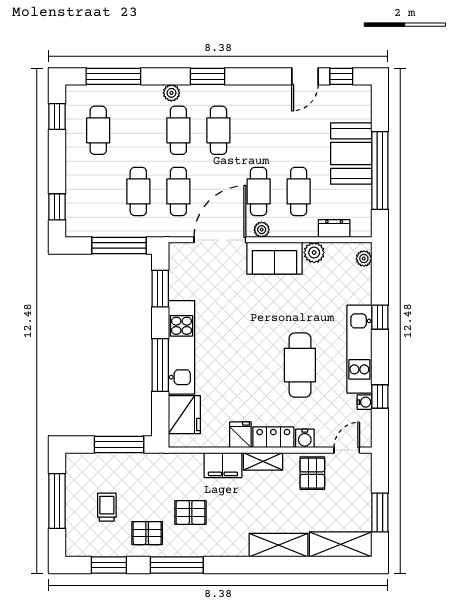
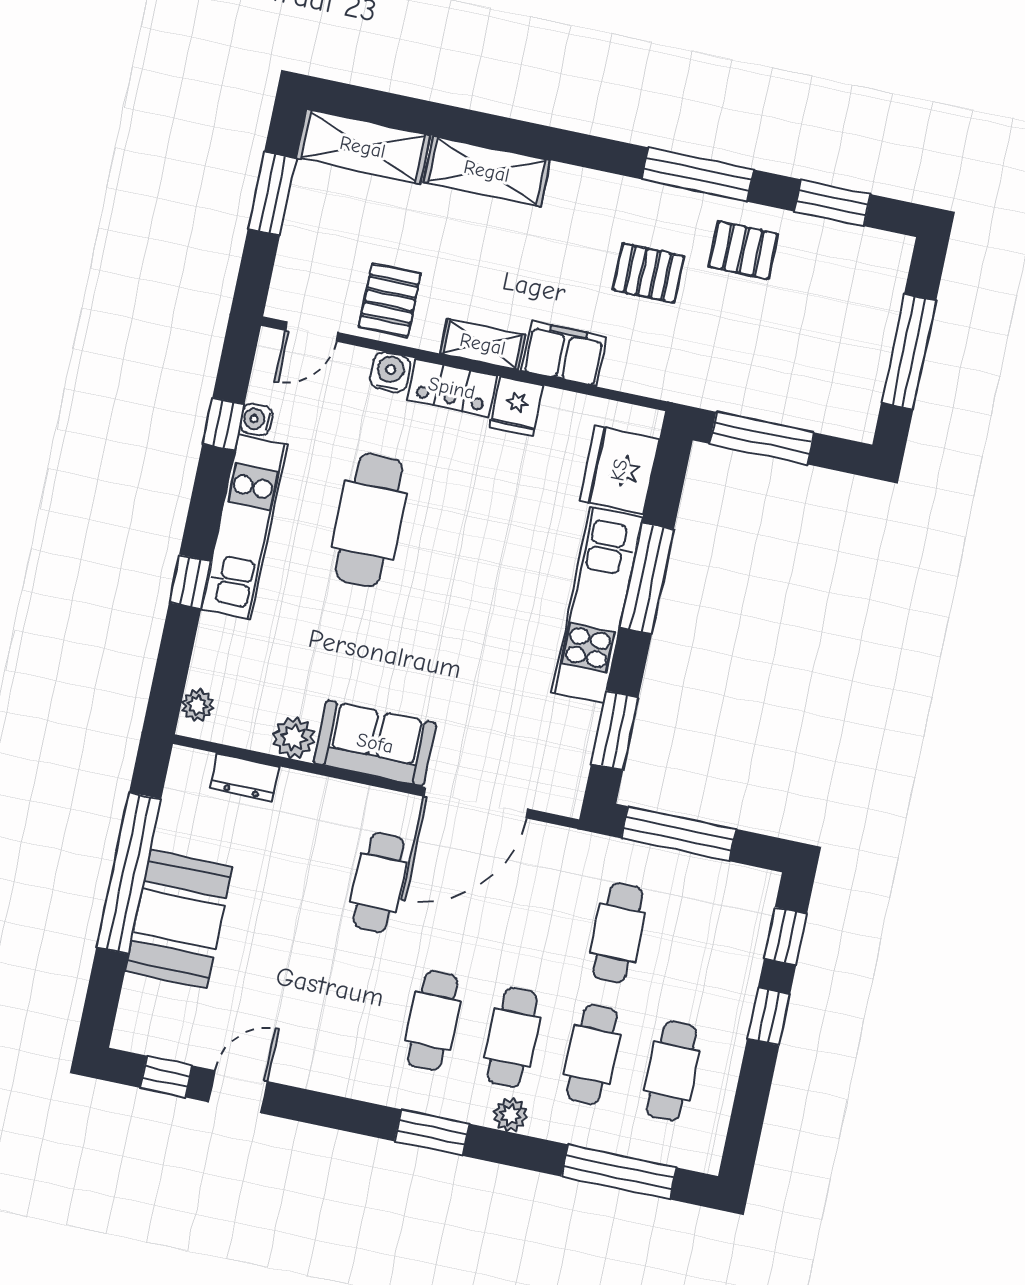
window: (57, 117) -> (769, 1016), moved
cafe table: (178, 191) -> (592, 1054), moved
cafe table: (299, 191) -> (299, 866), removed
plant: (262, 230) -> (388, 805), removed
trolley: (107, 507) -> (812, 319), removed

